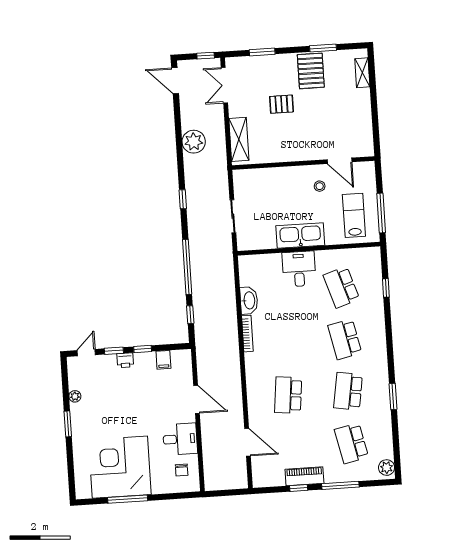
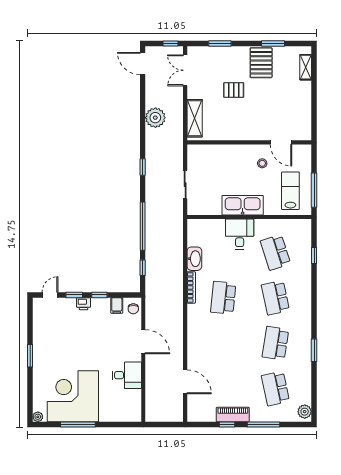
school desk: (288, 395) -> (223, 298), moved
plant: (75, 396) -> (38, 417), moved
chair: (182, 470) -> (133, 309), moved

